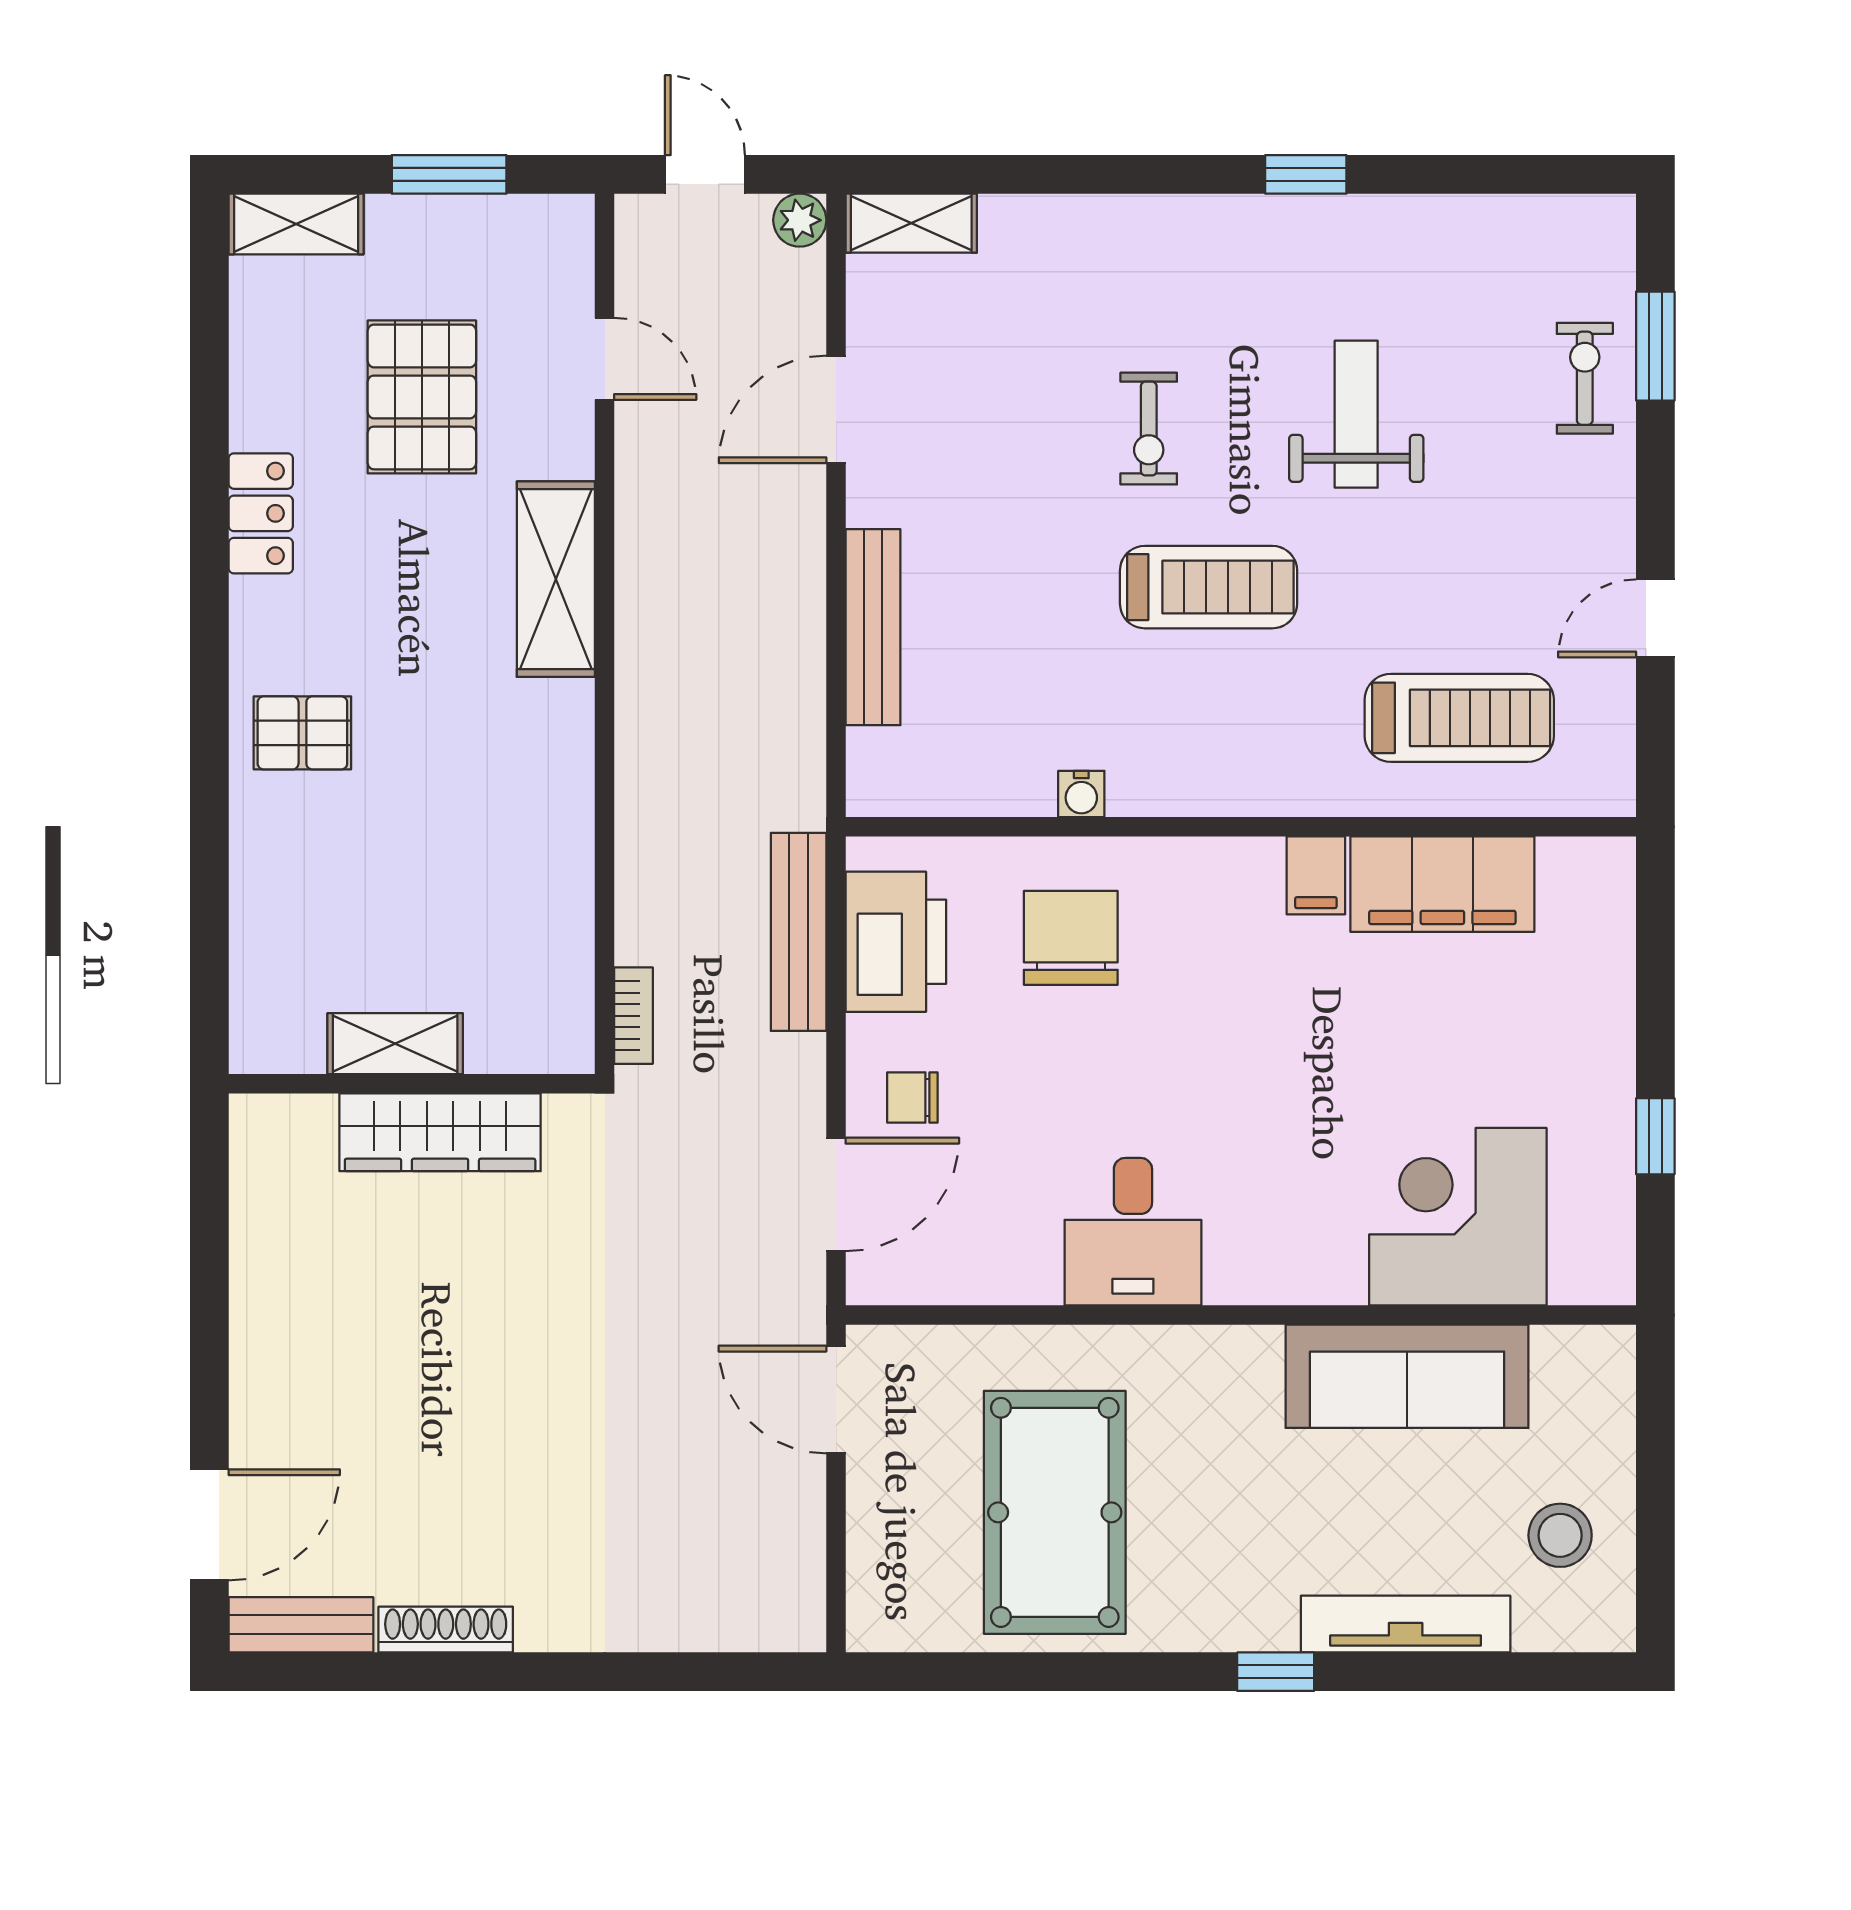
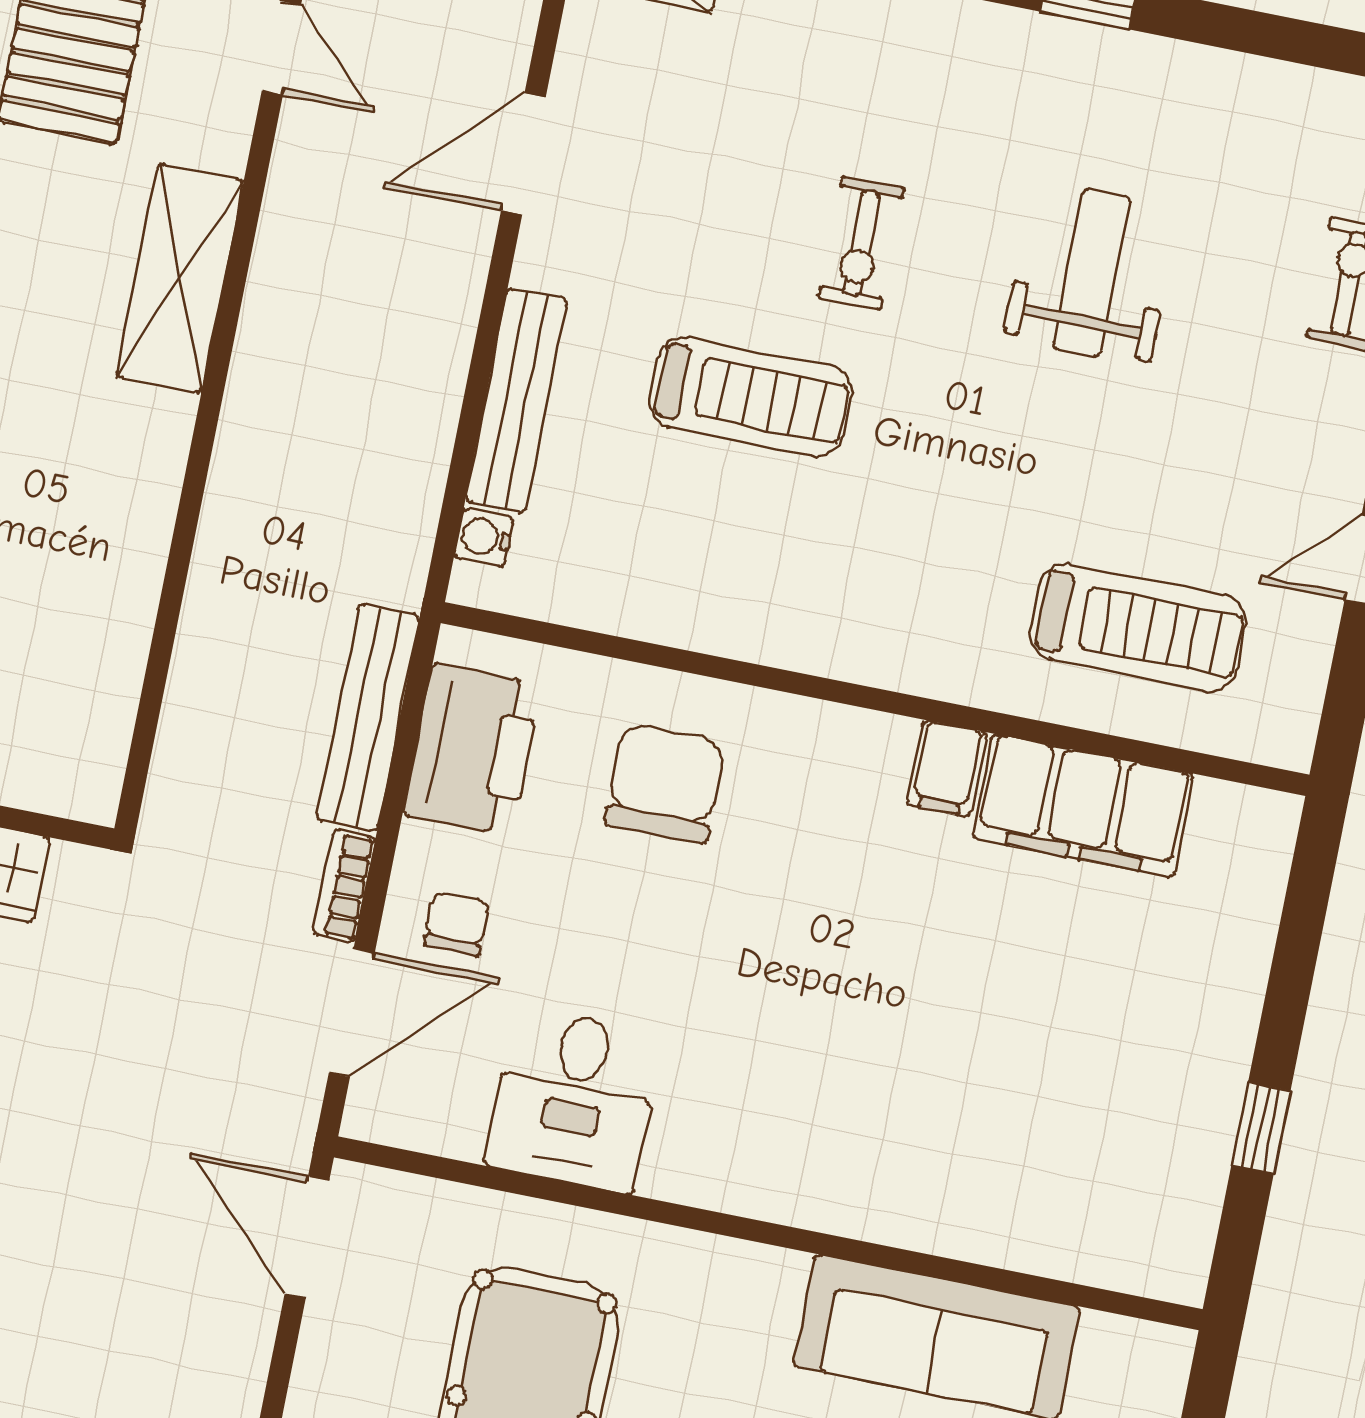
treadmill: (1209, 587) -> (750, 397), moved
water cooler: (1081, 794) -> (484, 537), moved, turned 90
bookcase: (634, 1016) -> (344, 886), moved, turned 180
chair: (912, 1098) -> (457, 924), turned 90
corner desk: (1458, 1217) -> (1027, 1173), removed
desk: (1133, 1232) -> (574, 1100), moved

